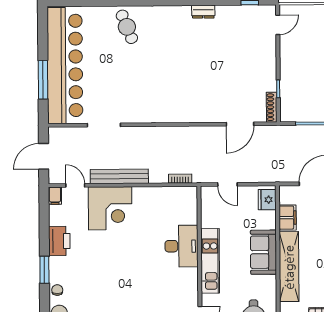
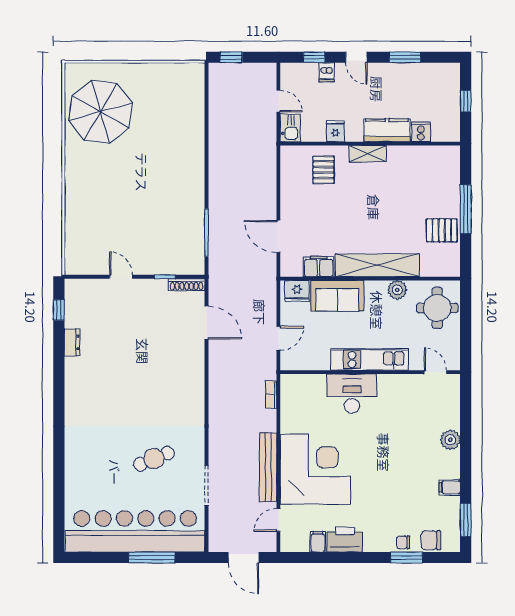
dresser: (203, 12) -> (72, 342), moved
door: (278, 25) -> (121, 277), moved
cafe table: (127, 27) -> (154, 459), moved
filing cabinet: (55, 196) -> (318, 542), moved, turned -90
corner desk: (110, 208) -> (315, 469), width x1.36, depth x1.36
sofa: (263, 252) -> (337, 296), moved
window: (44, 270) -> (406, 558), moved
plant: (269, 283) -> (397, 290), added

